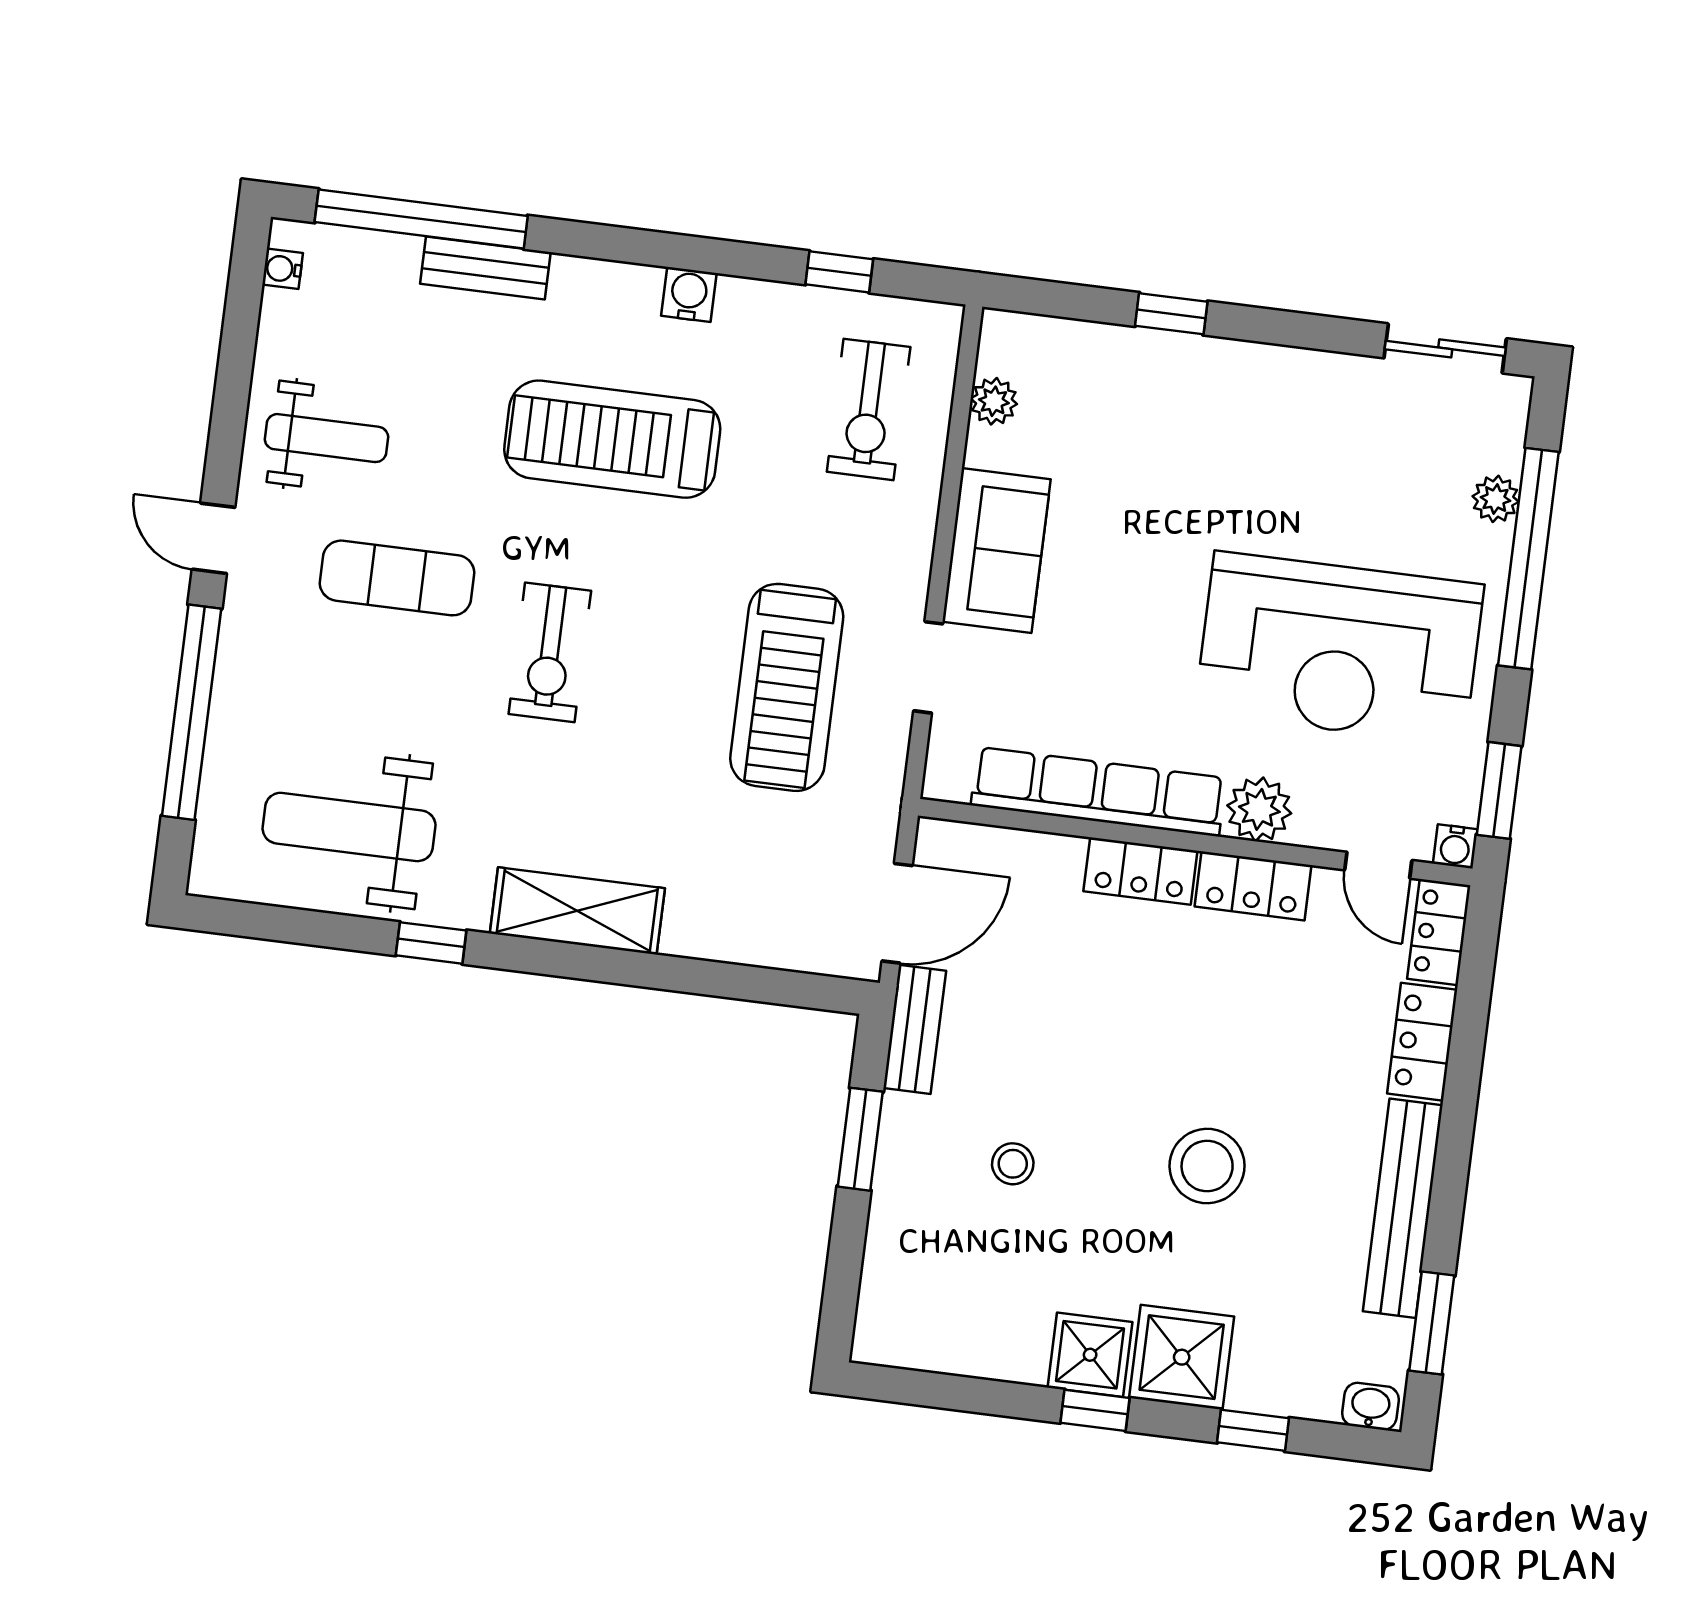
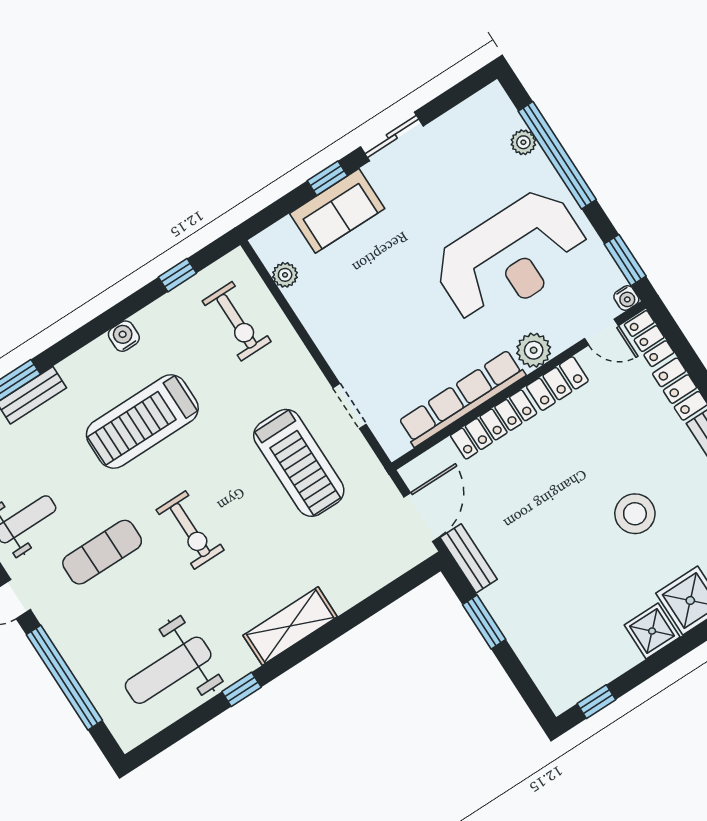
sliding door: (1445, 348) -> (392, 136), moved
sofa: (996, 550) -> (337, 211), moved, turned 90
locker: (1140, 871) -> (494, 424), width x1.53
stool: (1013, 1164) -> (555, 580), removed
window: (1095, 1410) -> (596, 702), moved

